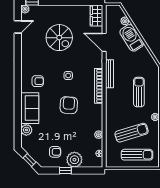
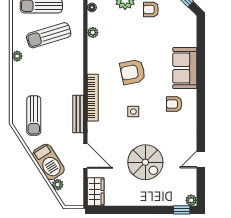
door: (18, 27) -> (201, 160), moved
spiral stairs: (59, 38) -> (145, 162), turned 180
sun lounger: (139, 92) -> (34, 116), moved
armchair: (69, 105) -> (133, 72), turned 75
plant: (26, 130) -> (189, 39), removed

